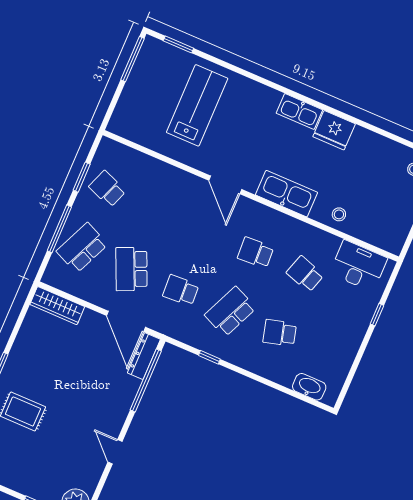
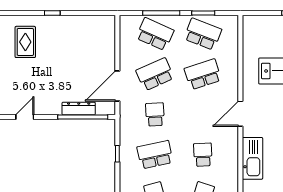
school desk: (107, 189) -> (203, 34), width x1.85
school desk: (157, 210) -> (203, 74), added
wardrobe: (57, 306) -> (108, 34), removed
school desk: (230, 312) -> (155, 155), turned -36
dresser: (144, 356) -> (79, 109), moved

